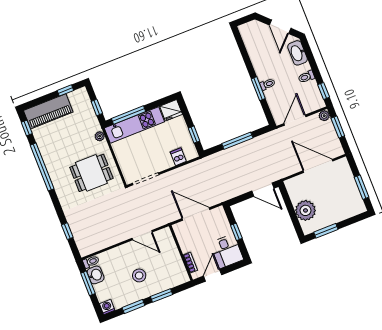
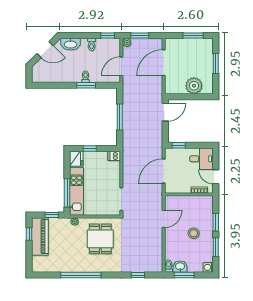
piano: (48, 111) -> (40, 237), moved
door: (295, 120) -> (121, 66), hinge flipped
window: (27, 128) -> (46, 275), removed
window: (194, 135) -> (90, 148), moved
dishwasher: (178, 157) -> (114, 156), moved
window: (326, 231) -> (216, 63), moved
window: (236, 232) -> (179, 145), moved

